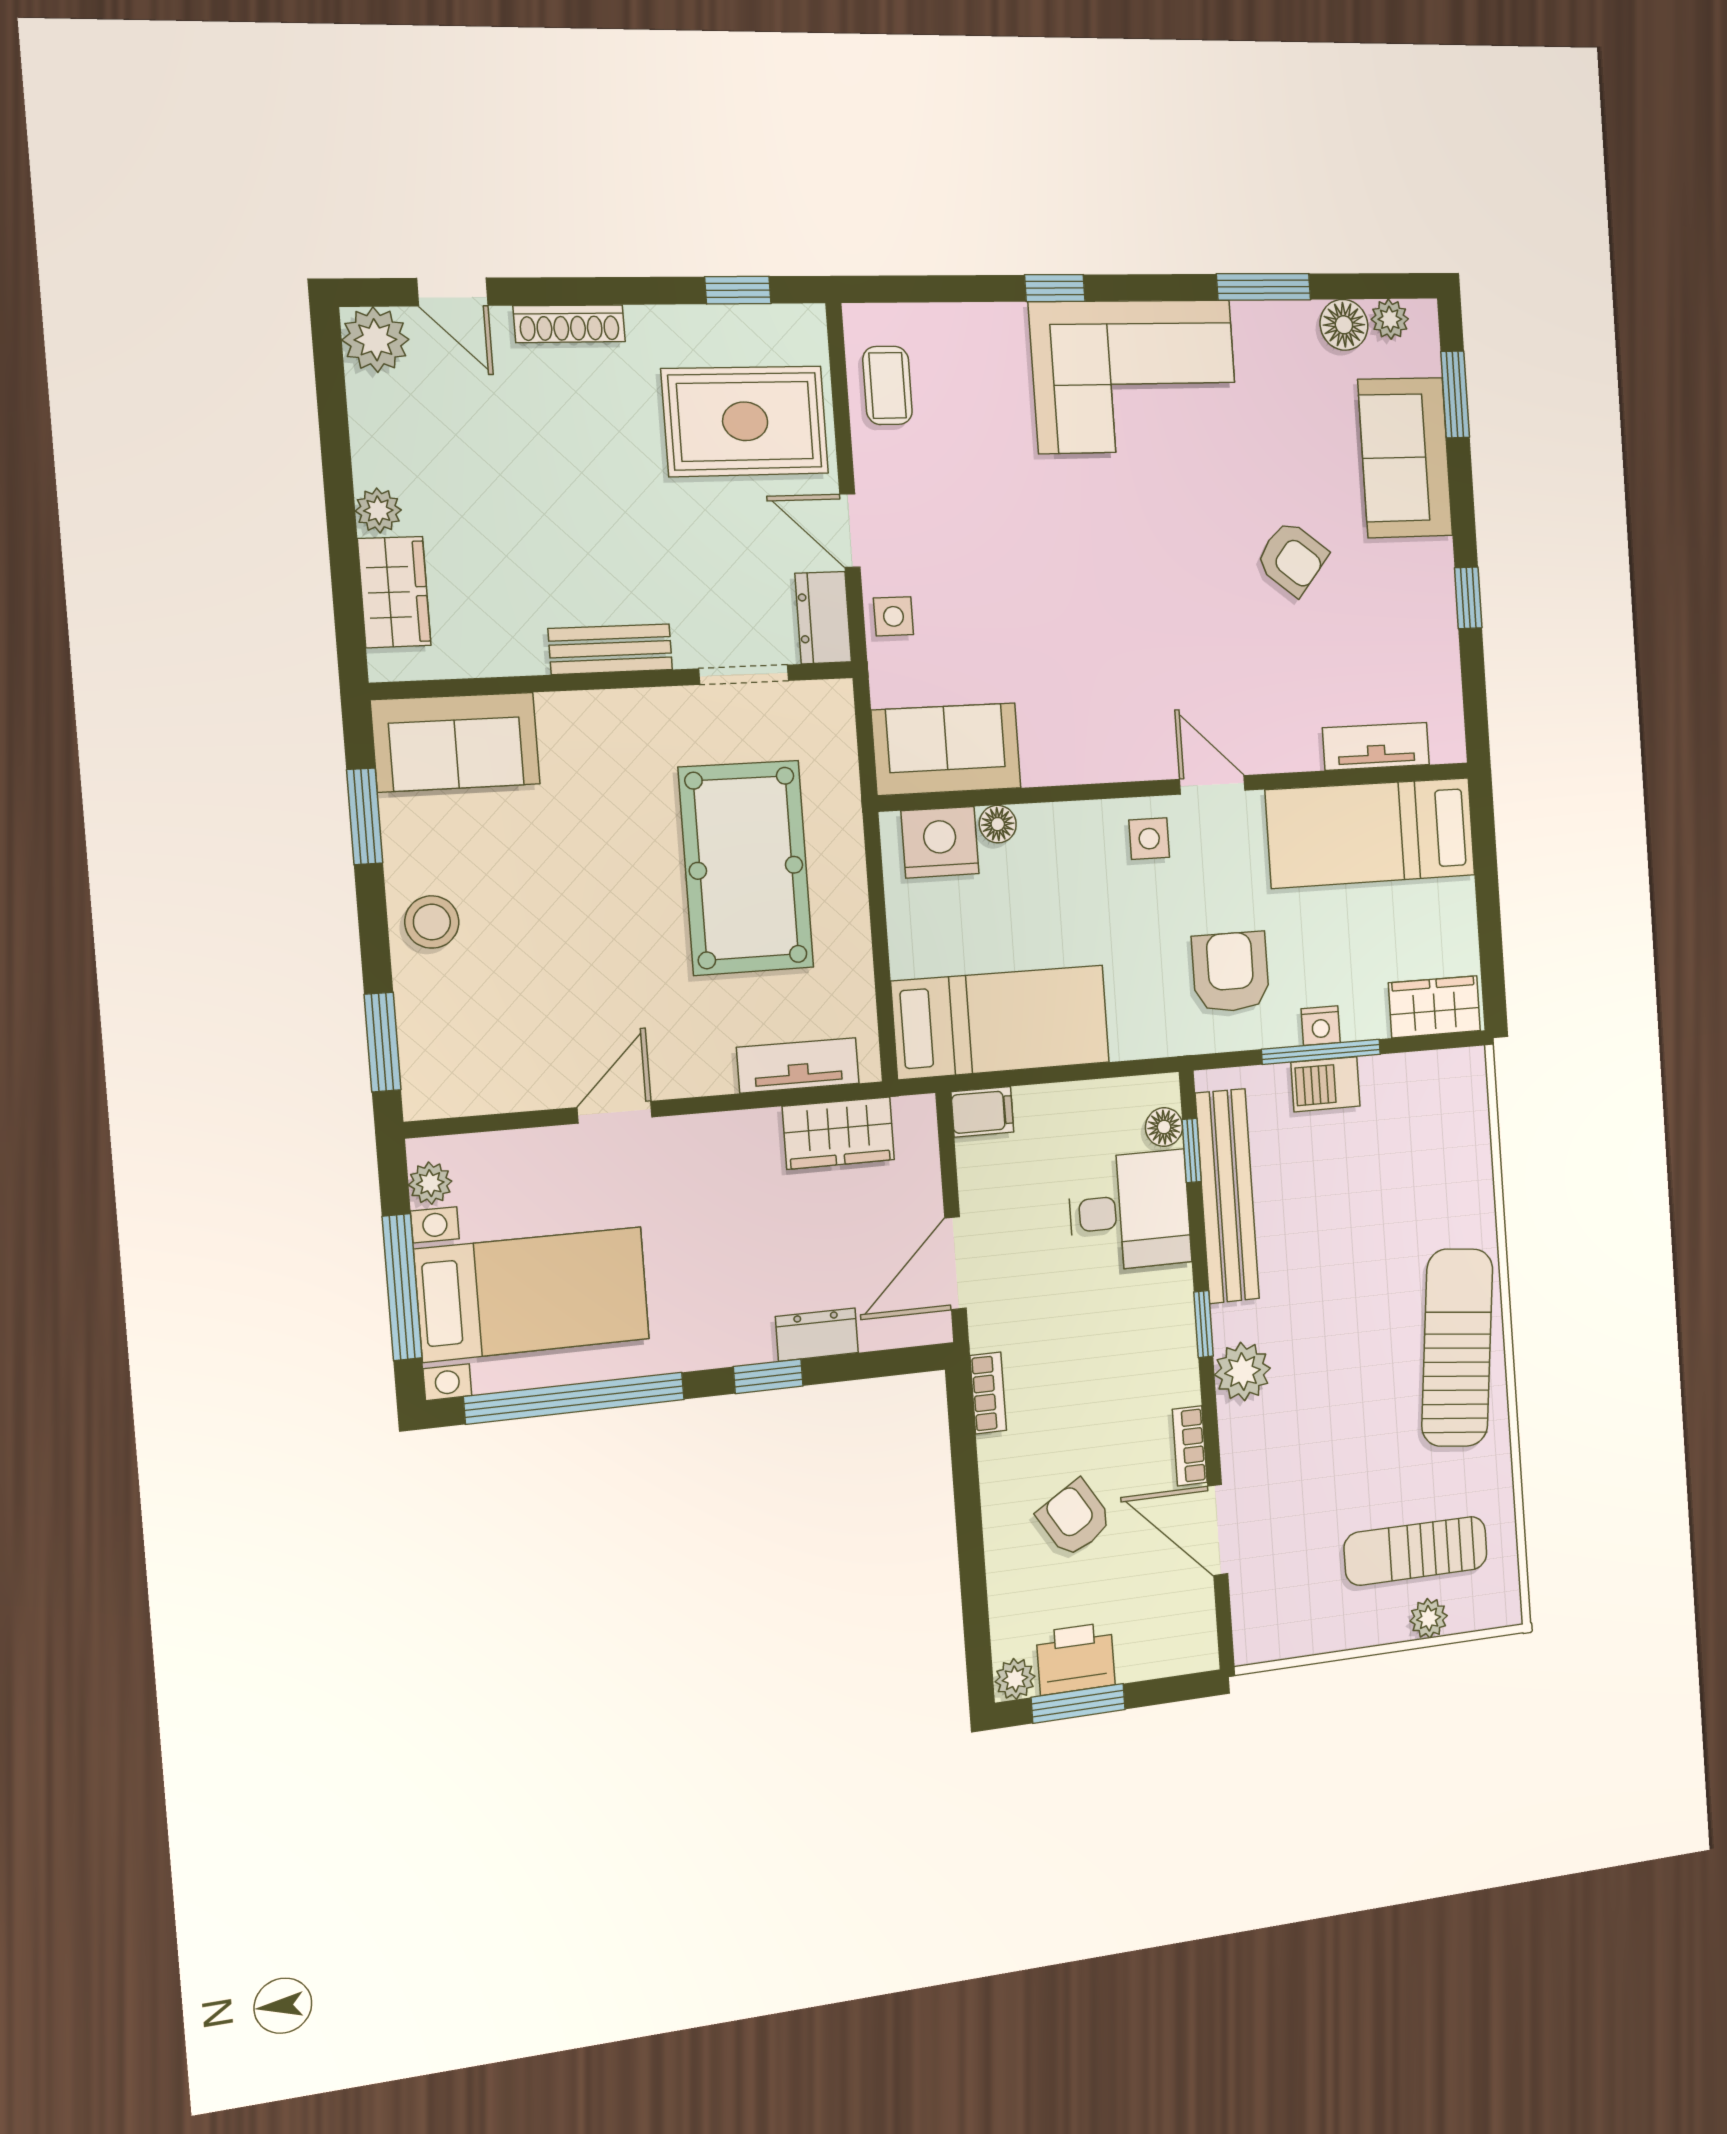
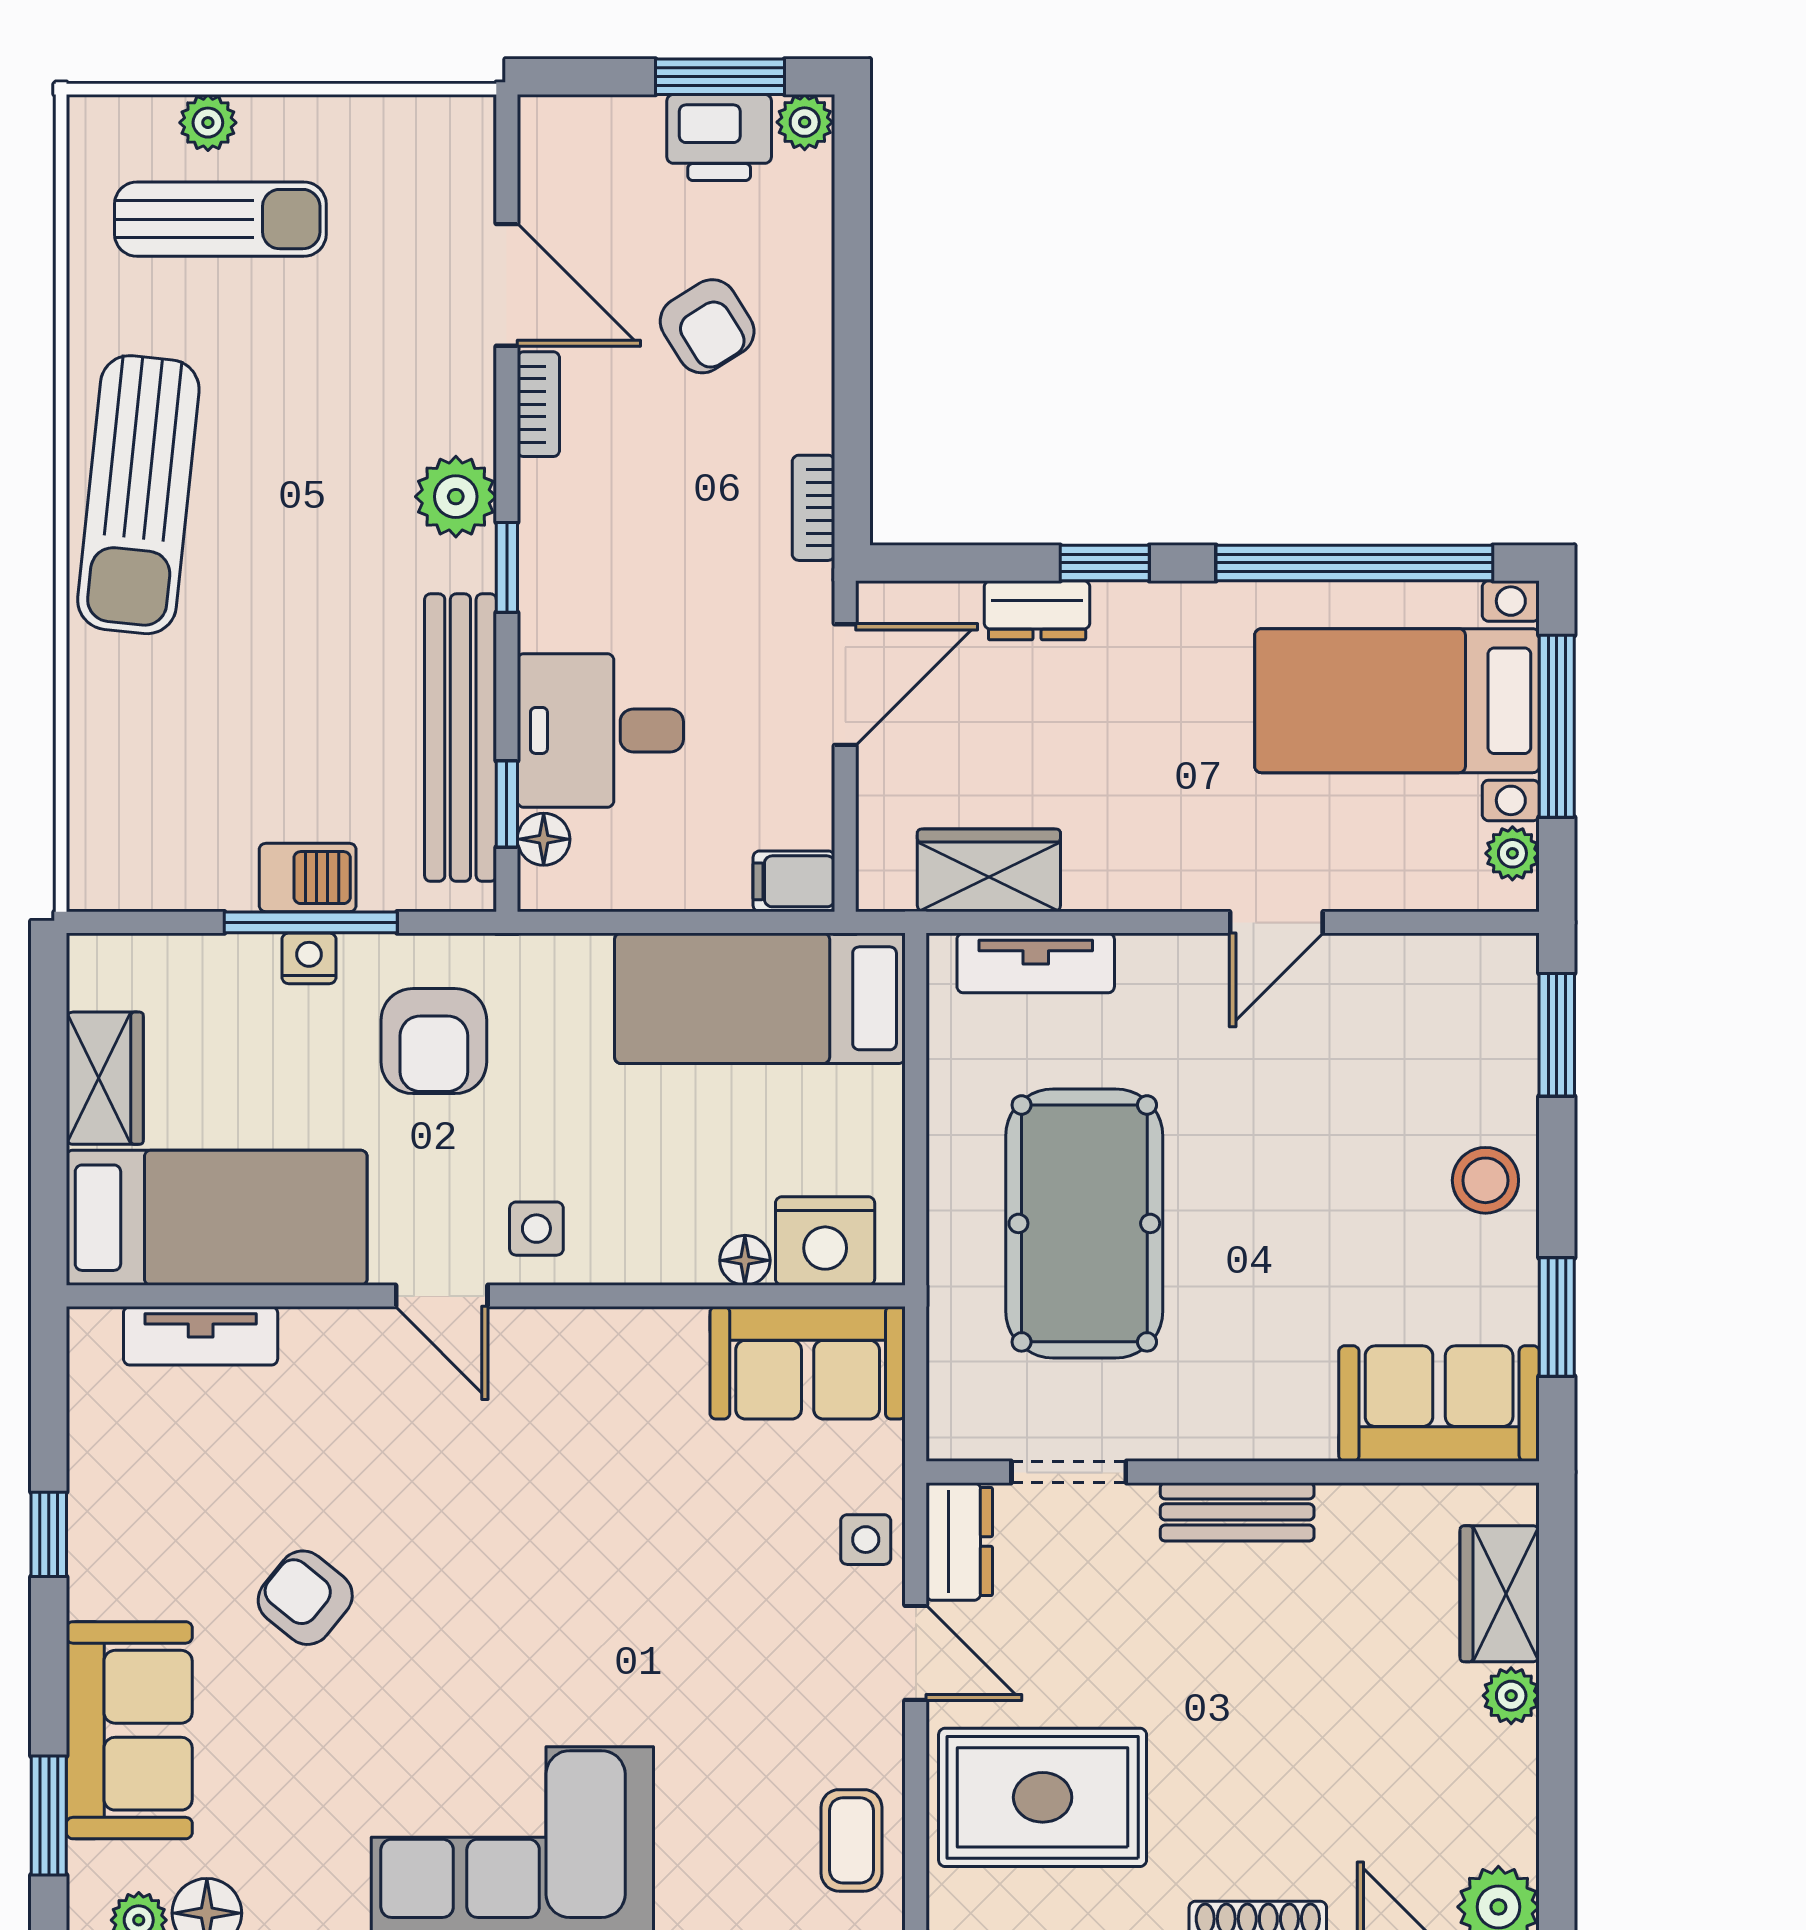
wardrobe: (1434, 1007) -> (105, 1078), moved, turned -90

